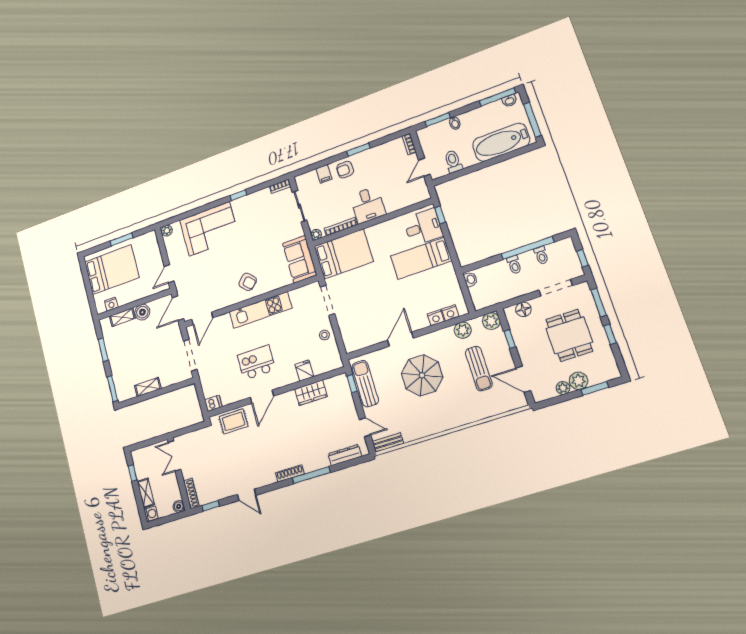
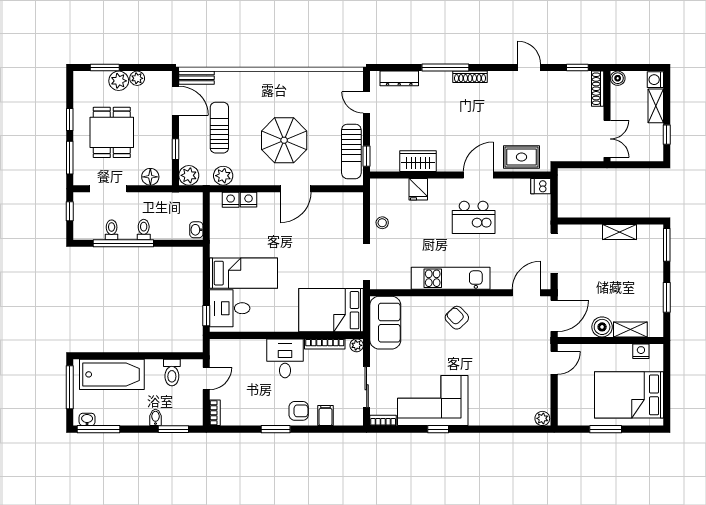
corner sofa: (209, 229) -> (433, 401), moved
bench: (388, 442) -> (197, 78), moved

